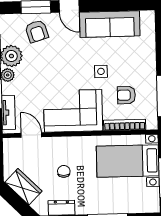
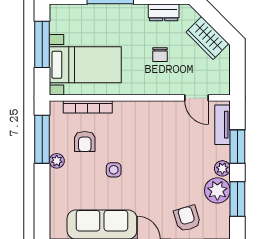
plant: (150, 78) -> (57, 161), added
armchair: (126, 95) -> (85, 141), turned 90
corner sofa: (73, 111) -> (147, 125), removed

